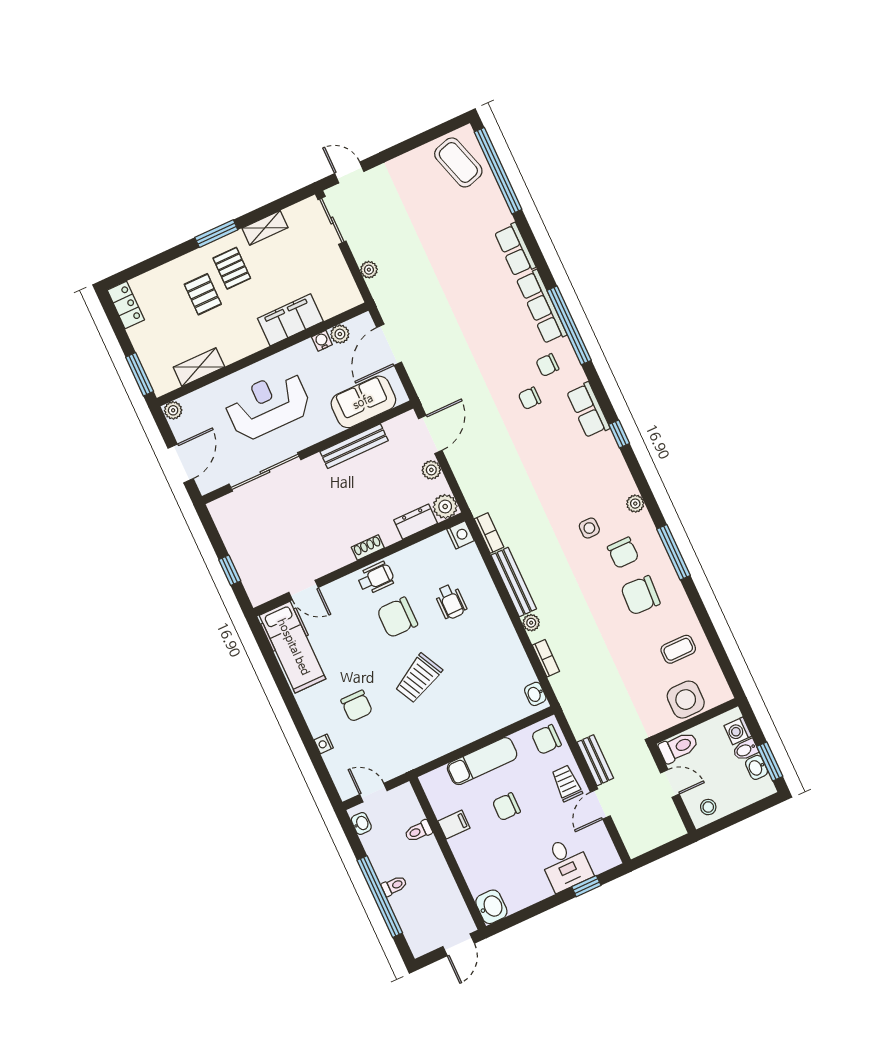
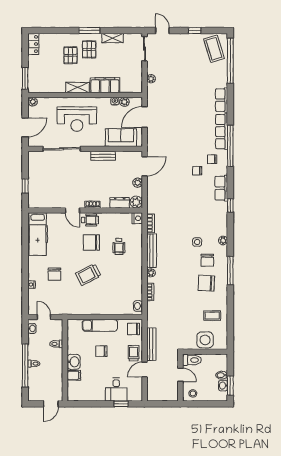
window: (408, 145) -> (195, 31), added
shelving: (199, 367) -> (78, 87), moved
reception desk: (268, 405) -> (77, 119), turned 180
bench: (354, 446) -> (103, 156), width x0.73
door: (304, 590) -> (73, 210), moved
washing machine: (738, 731) -> (222, 365), removed
bench: (595, 760) -> (151, 344), width x1.36
filing cabinet: (454, 825) -> (74, 375), moved
washbasin: (491, 907) -> (74, 362), moved

